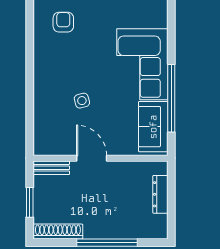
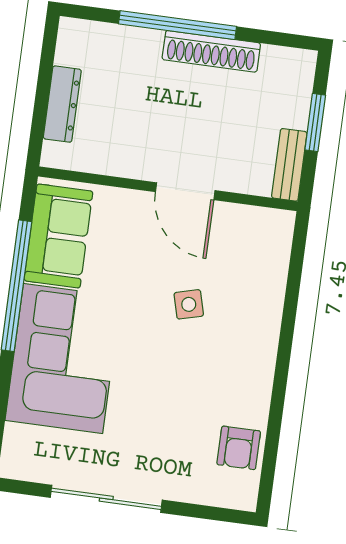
armchair: (63, 22) -> (239, 448), moved
bench: (51, 168) -> (289, 165), moved, turned 90
shoe rack: (58, 232) -> (211, 51), moved

